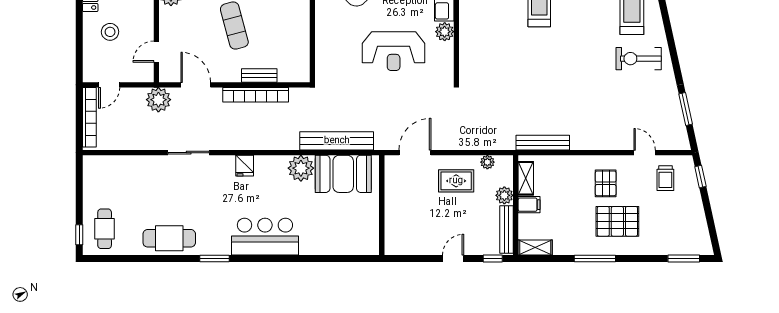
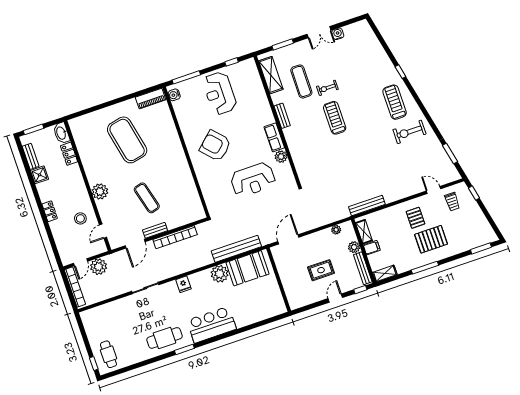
stool: (110, 32) -> (80, 218), moved
bench: (259, 75) -> (155, 230), moved
door: (196, 85) -> (135, 244), swing flipped
plant: (158, 100) -> (99, 267), moved
rug: (456, 181) -> (321, 270), moved
cafe table: (169, 238) -> (164, 338), moved

